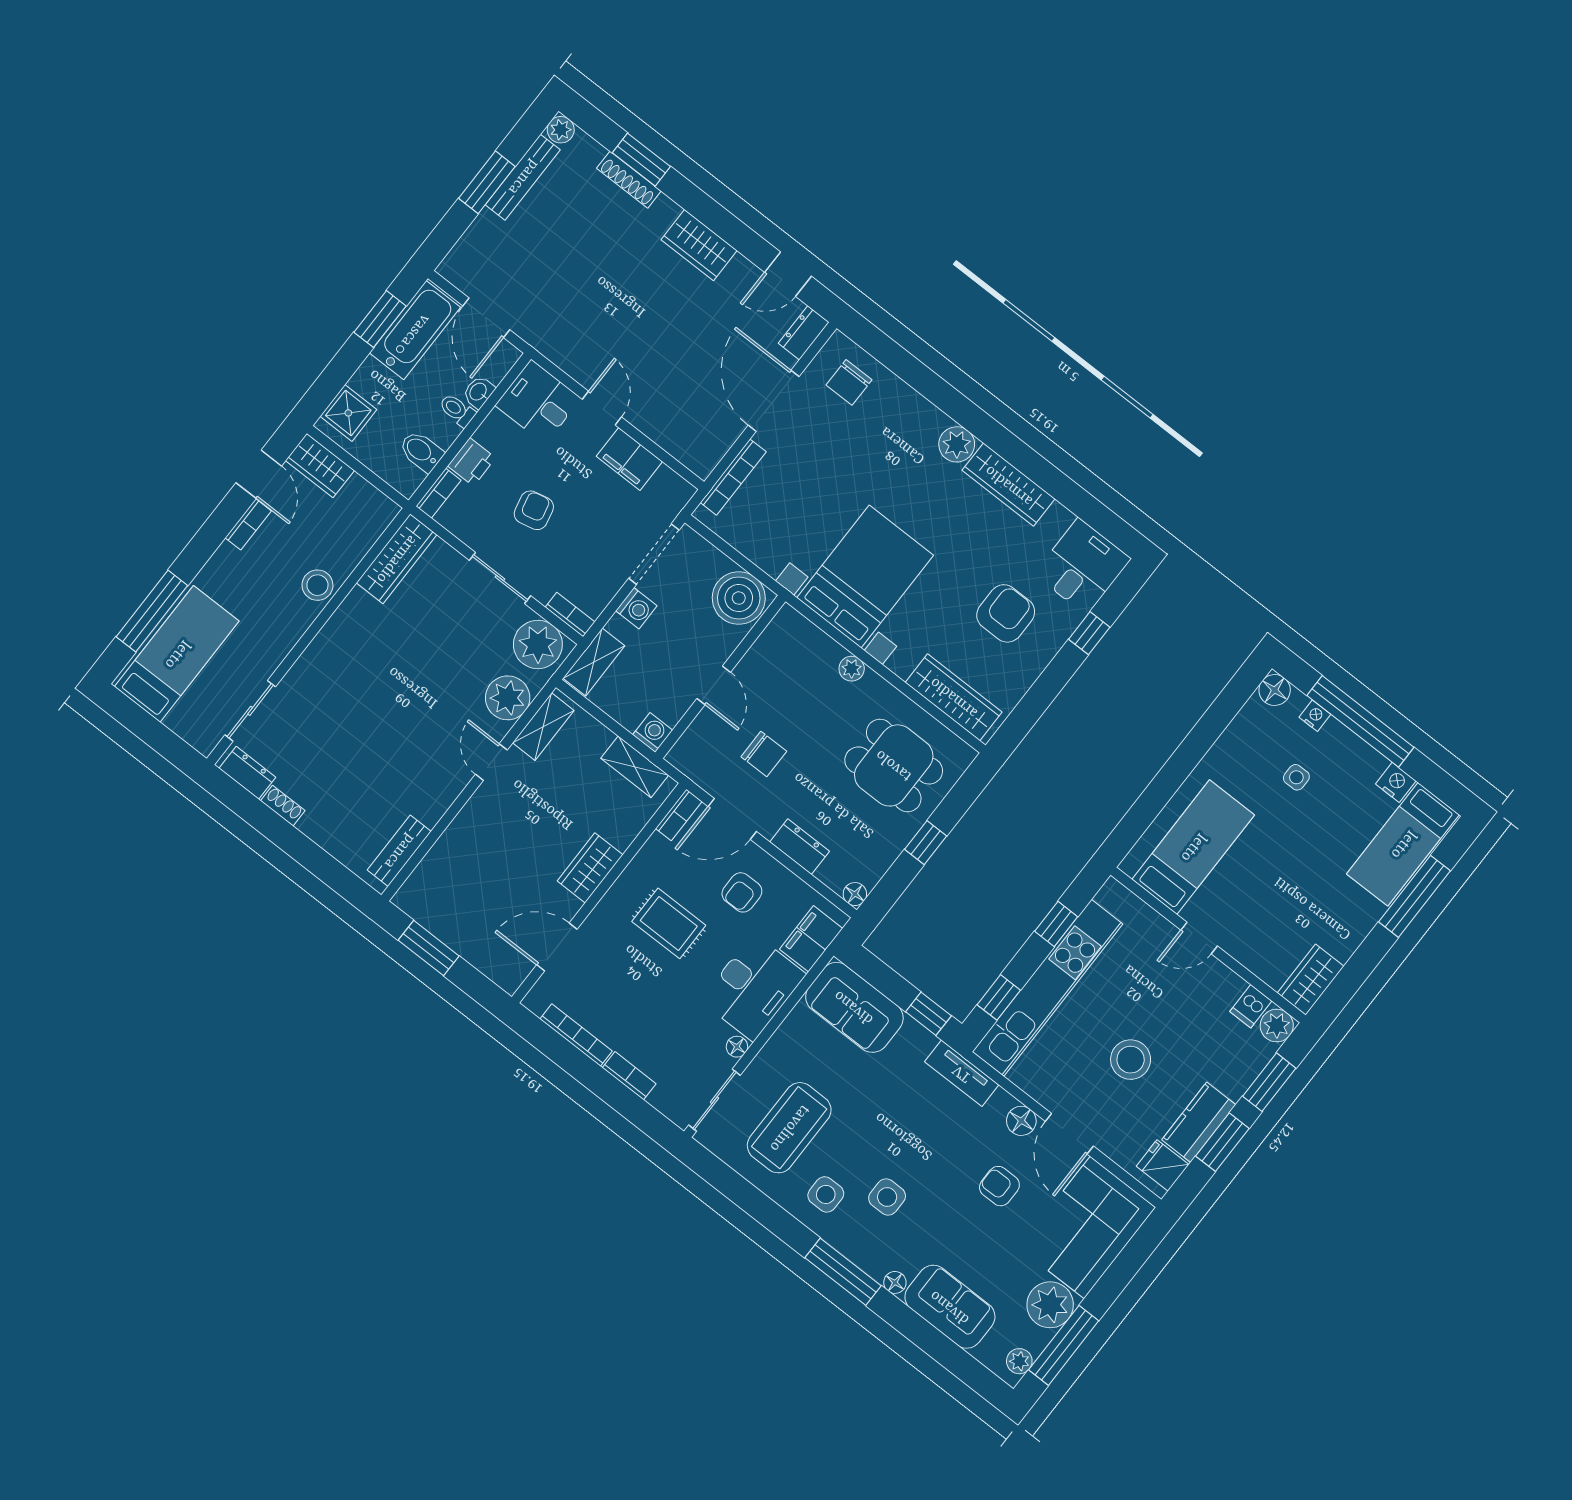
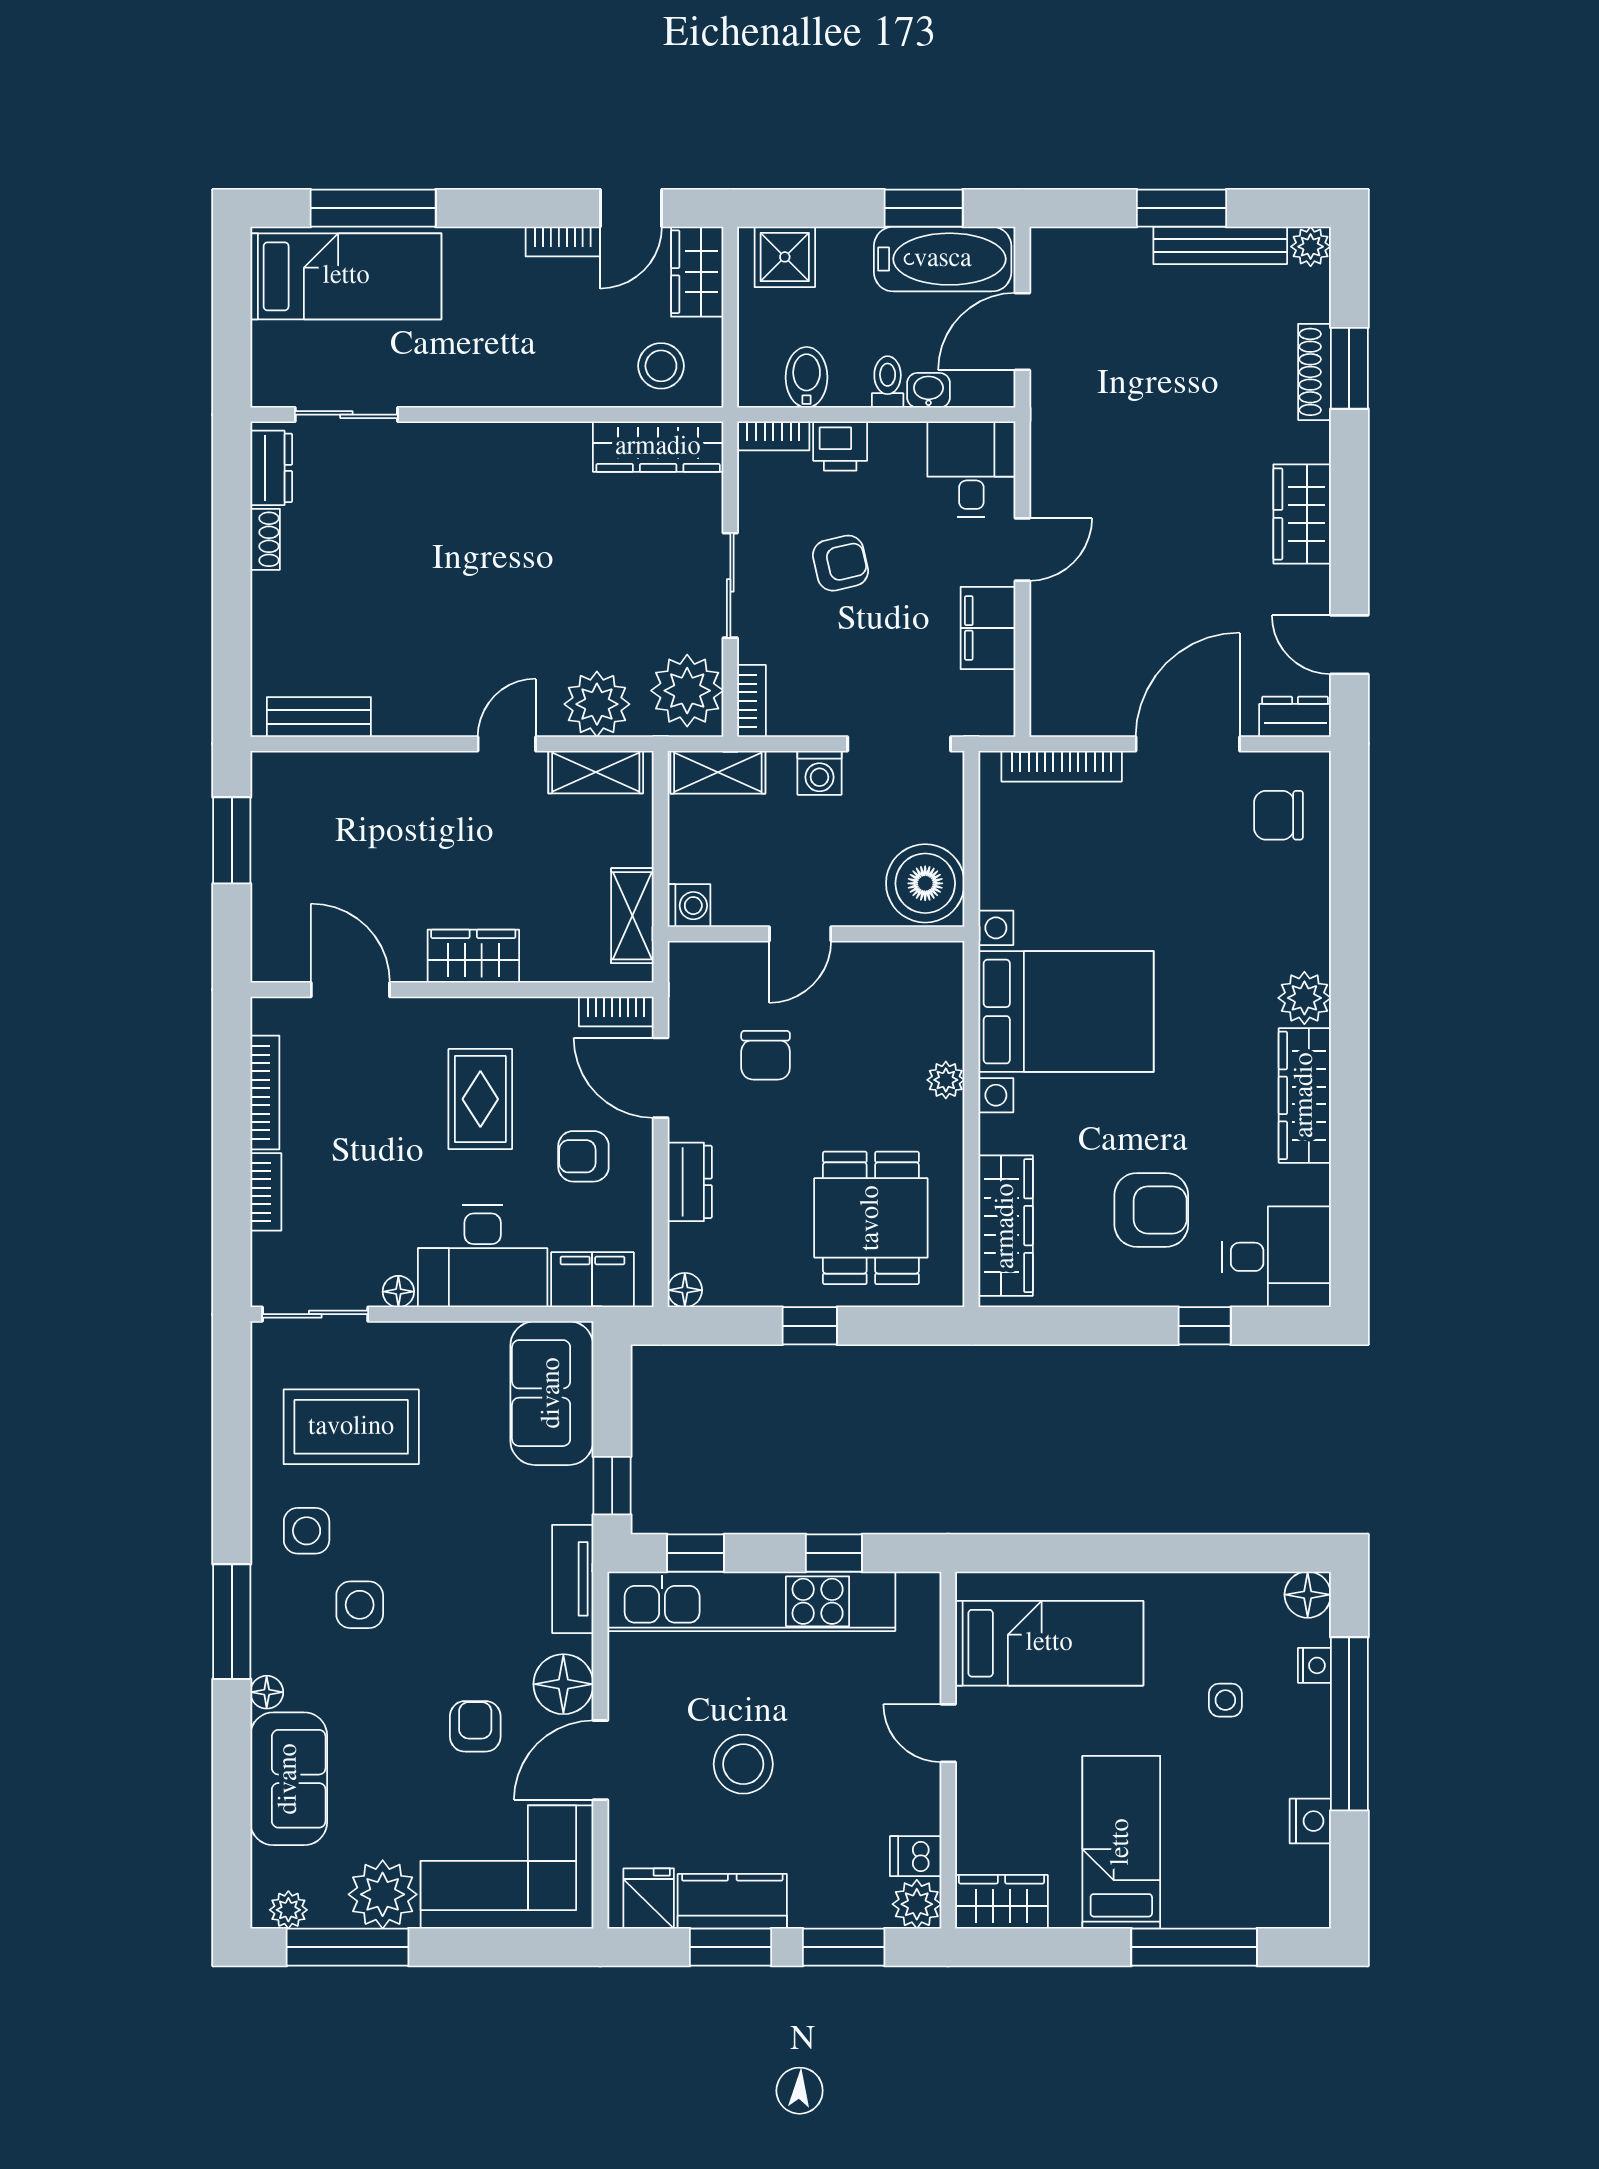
stool: (317, 585) -> (661, 366), moved
bed: (1403, 844) -> (1121, 1842), moved, turned 90
floor lamp: (1021, 1121) -> (563, 1684), width x1.38, depth x1.38

